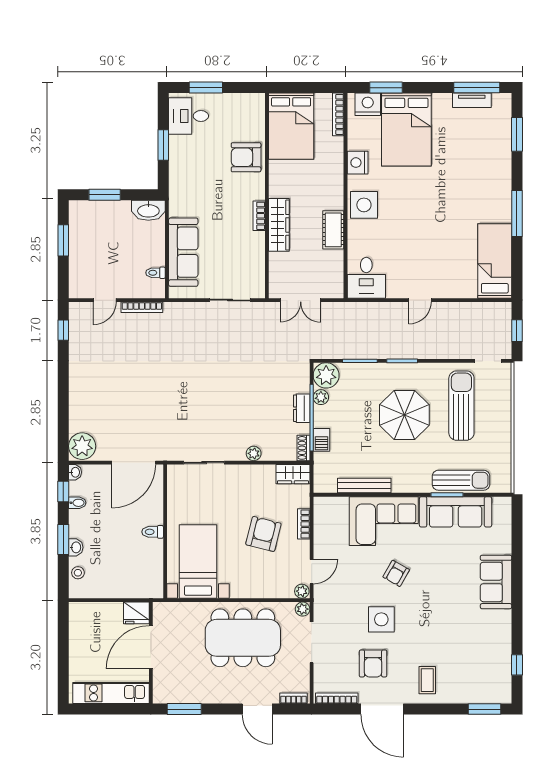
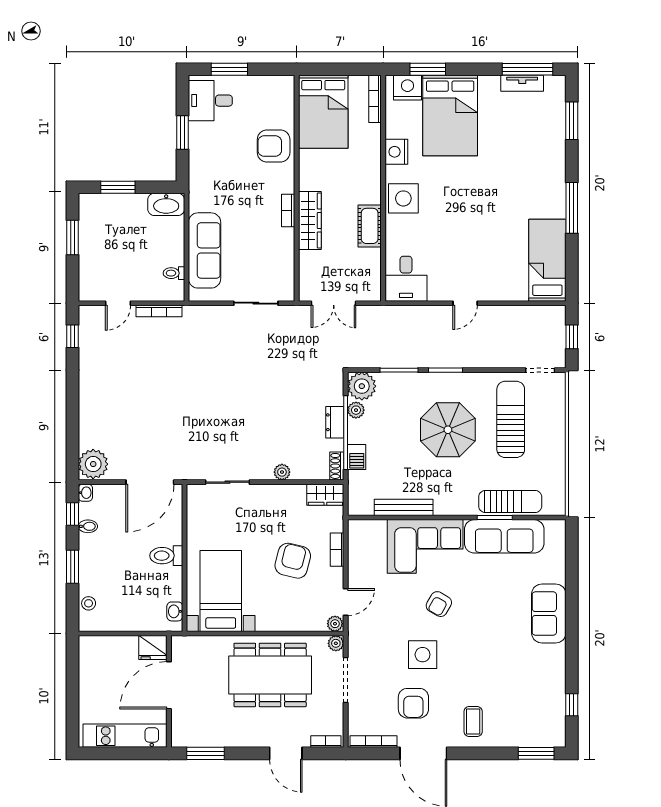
toilet: (153, 532) -> (166, 556), width x1.37, depth x1.39
washbasin: (76, 547) -> (175, 611), moved, turned 180

